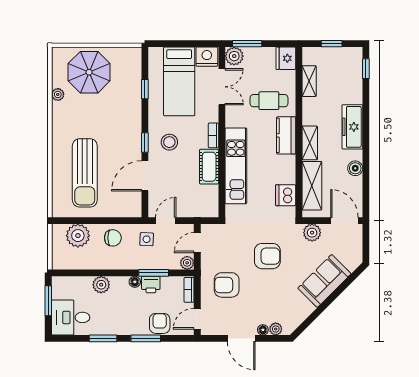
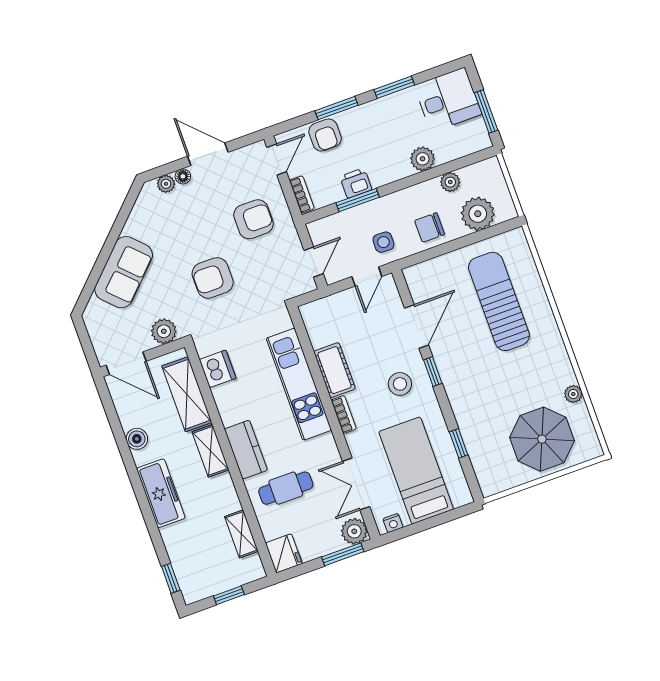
nightstand: (207, 57) -> (393, 523), width x0.53, depth x0.56
plant: (187, 263) -> (450, 182), moved
floor lamp: (135, 282) -> (379, 179), removed

